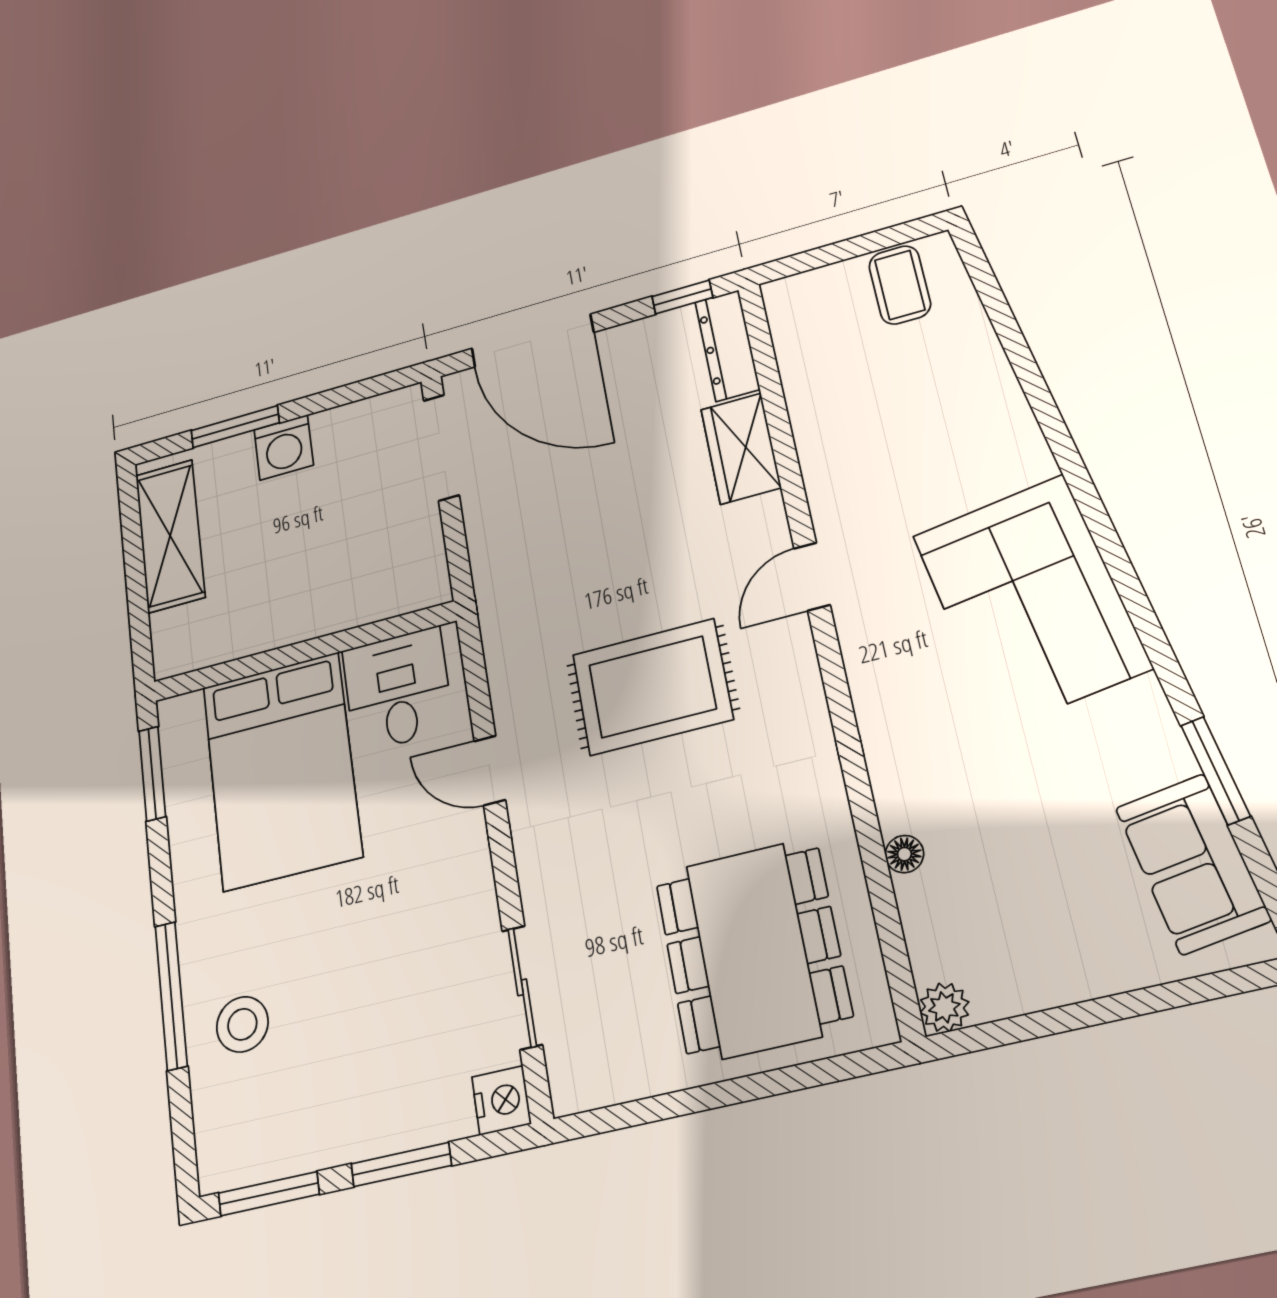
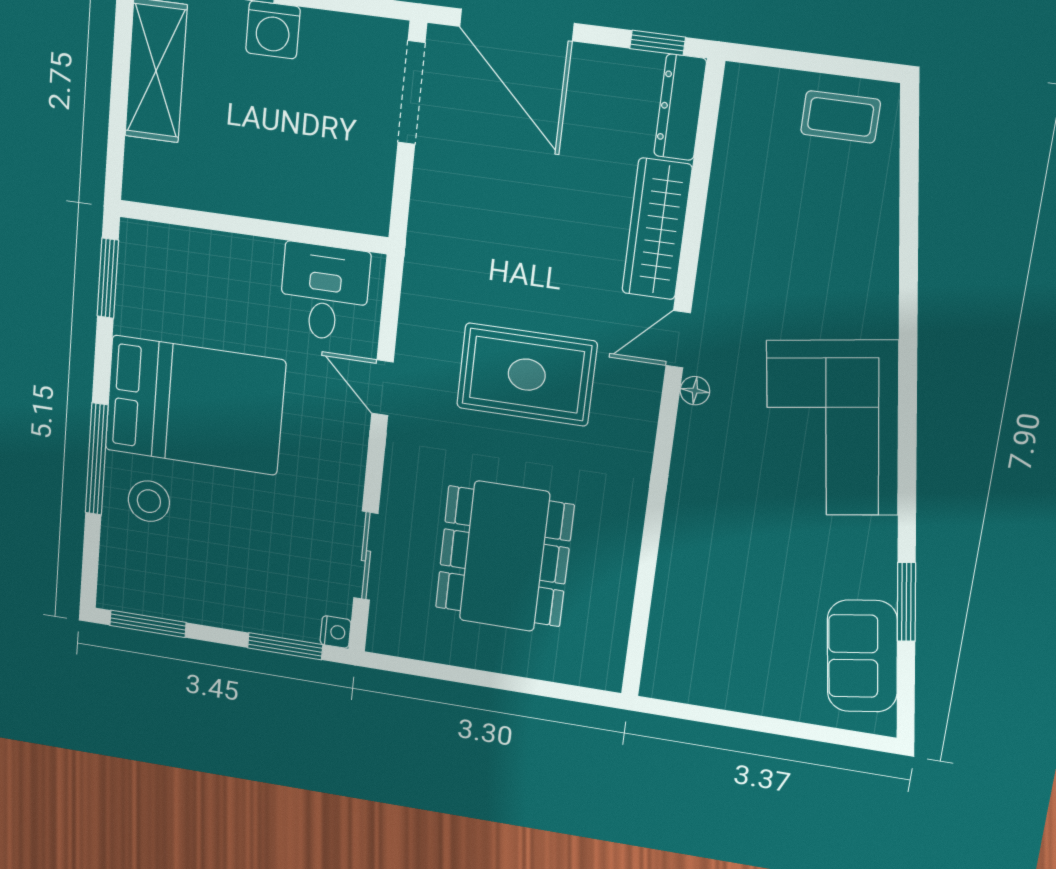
coffee table: (900, 285) -> (841, 117), turned 90
wardrobe: (741, 448) -> (657, 229), width x1.50
bed: (281, 770) -> (195, 405), moved, turned -90
floor lamp: (904, 854) -> (695, 391), moved
dining table: (753, 950) -> (504, 556), moved
plant: (944, 1007) -> (658, 682), removed
nightstand: (501, 1100) -> (336, 632), width x0.72, depth x0.74
window: (401, 1165) -> (285, 646), moved

